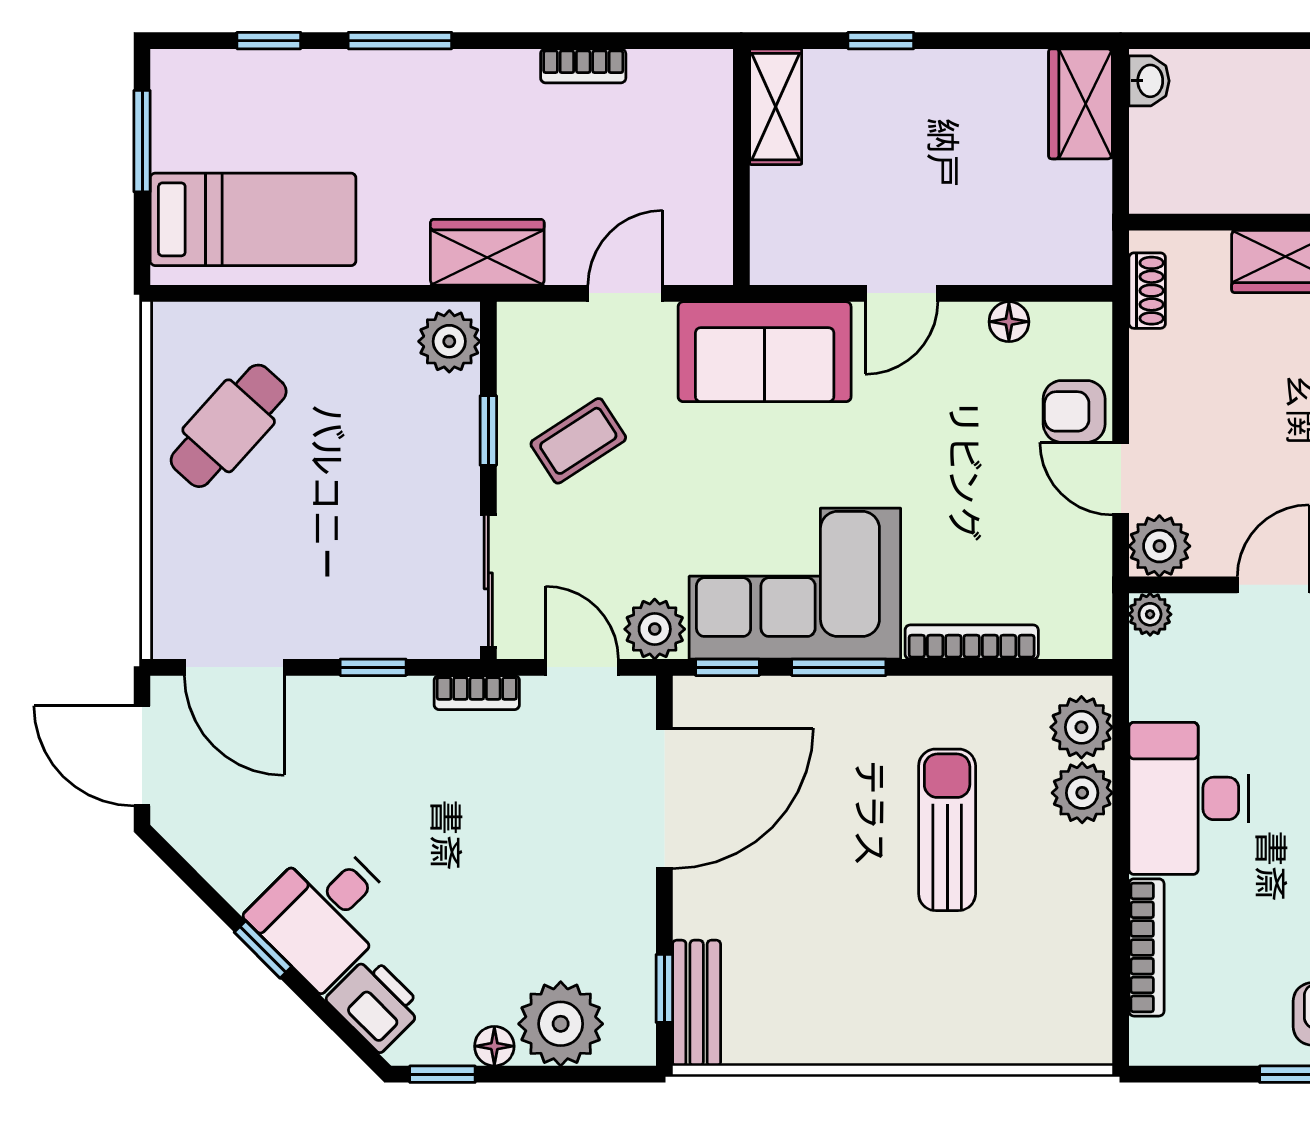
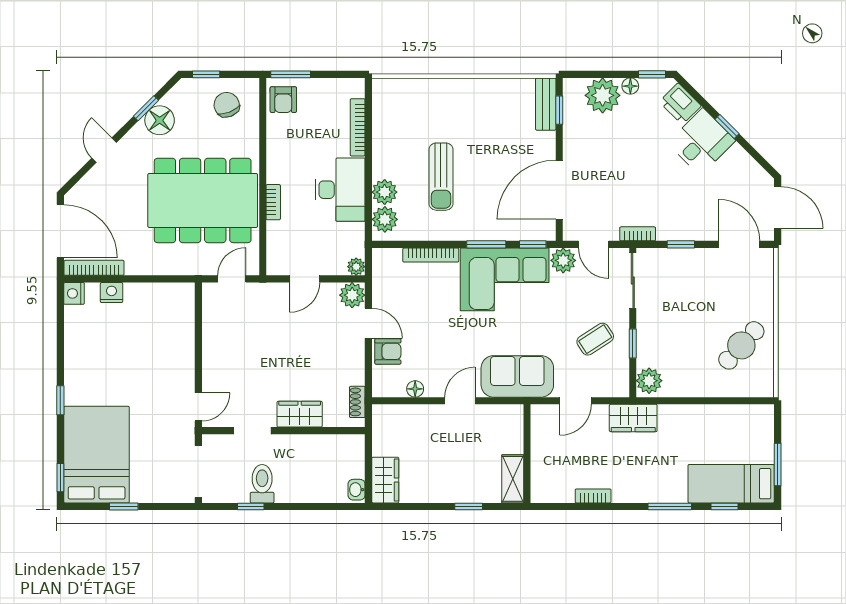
bed: (253, 219) -> (731, 484), moved

